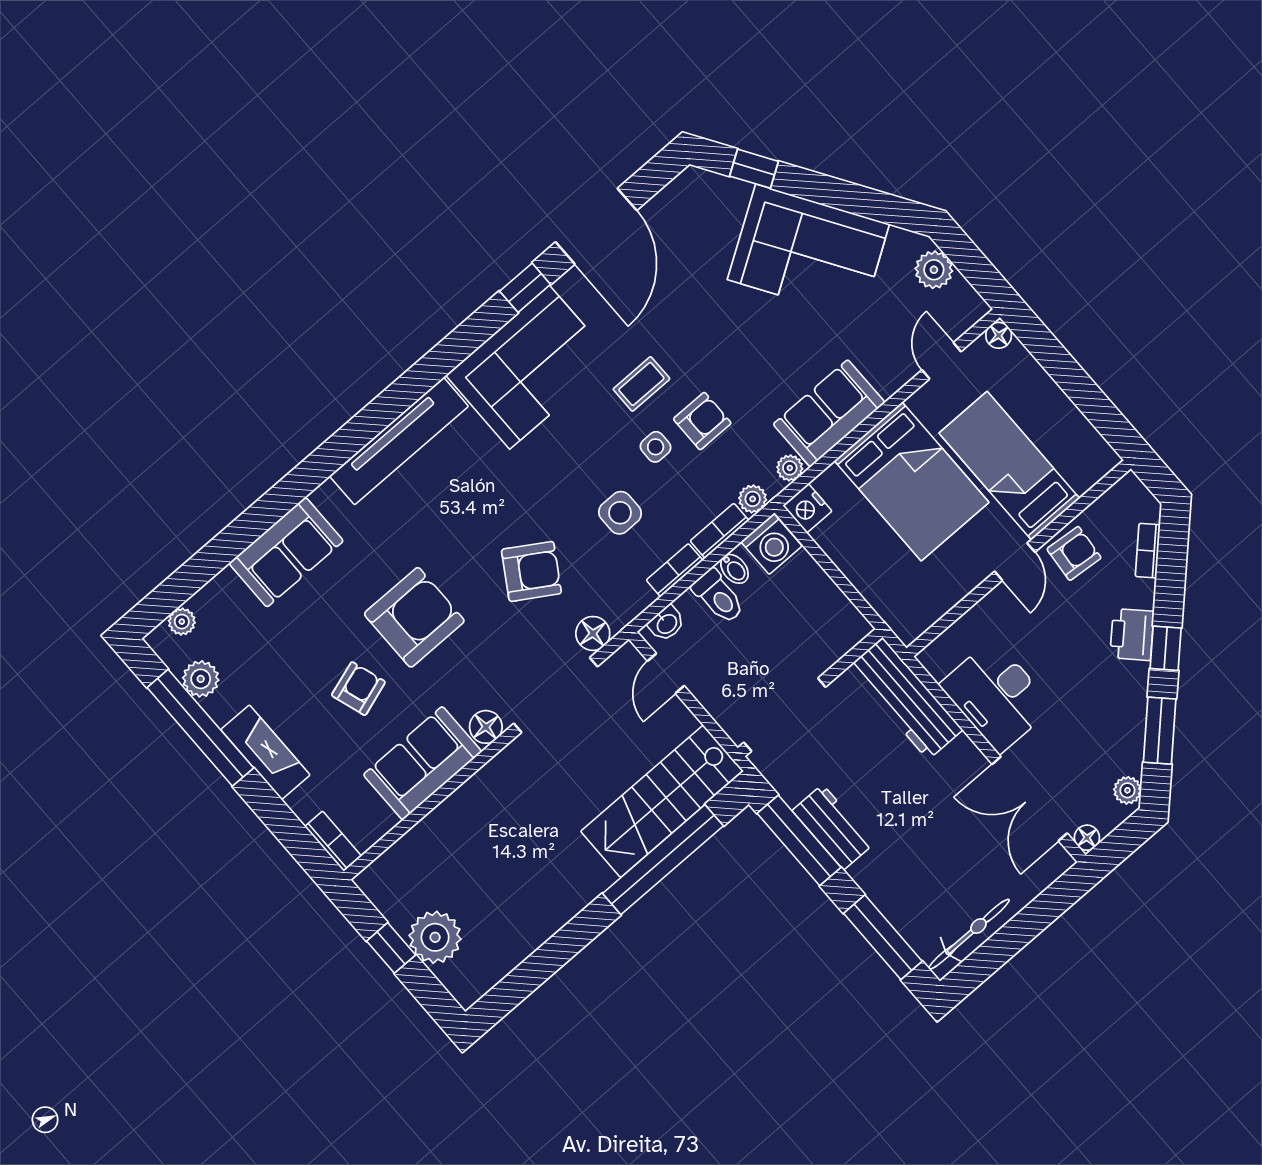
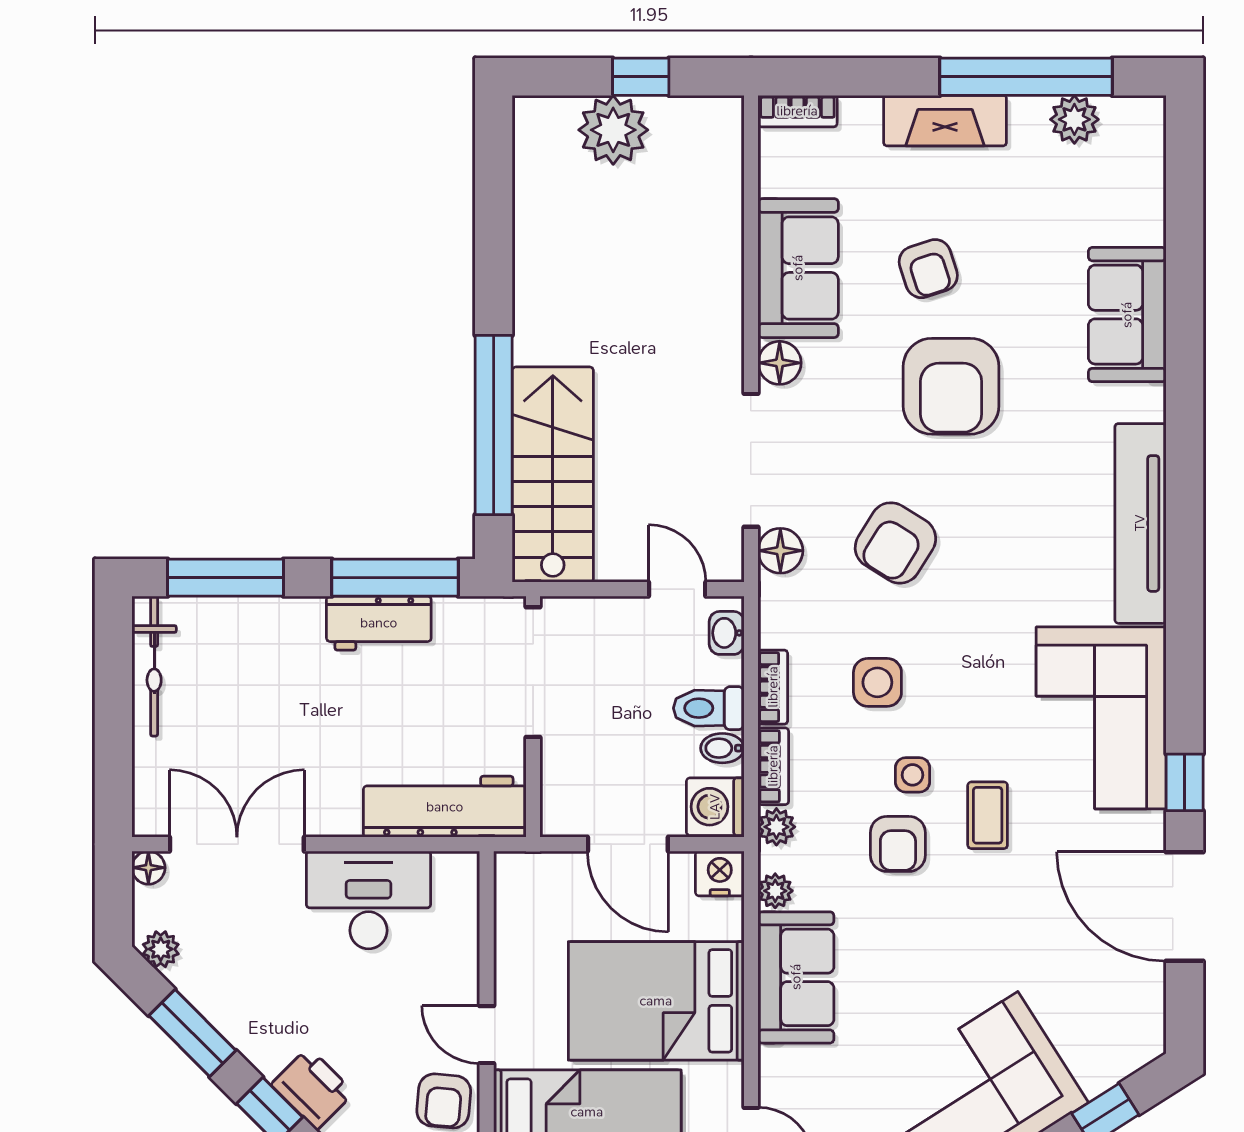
door: (836, 575) -> (628, 844), added
plant: (182, 622) -> (1148, 150), removed

